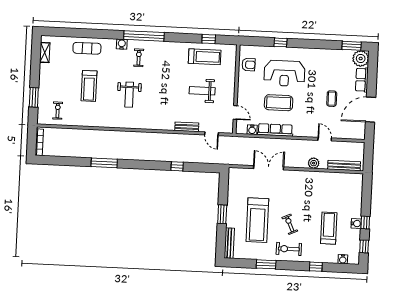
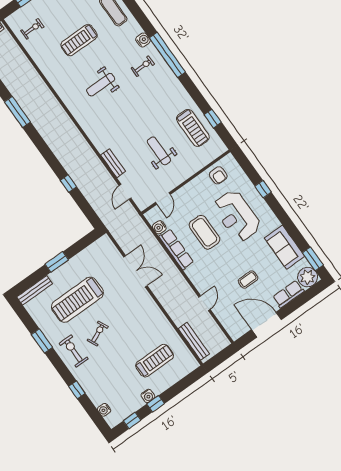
sofa: (329, 58) -> (285, 247), added
plant: (314, 163) -> (173, 311), removed
treadmill: (329, 228) -> (155, 361), moved

